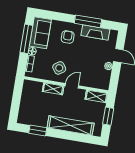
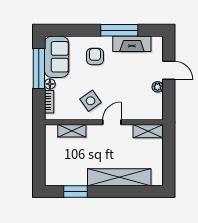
shelving: (53, 89) -> (72, 131), moved
window: (108, 116) -> (169, 156), removed

